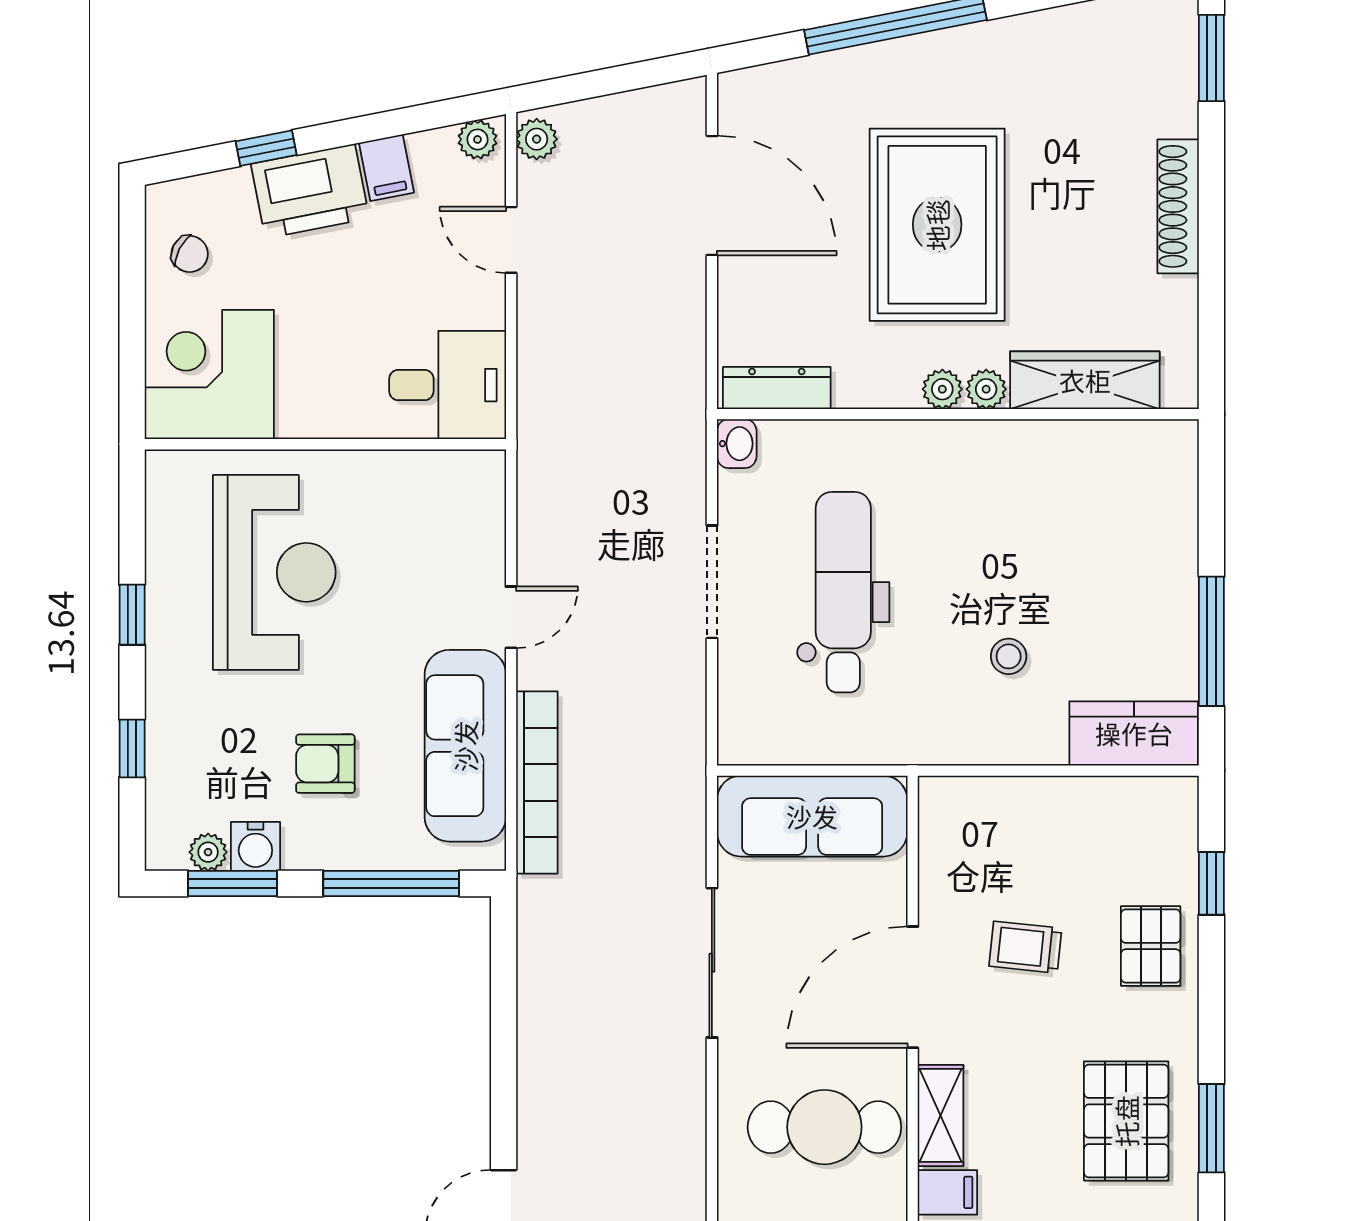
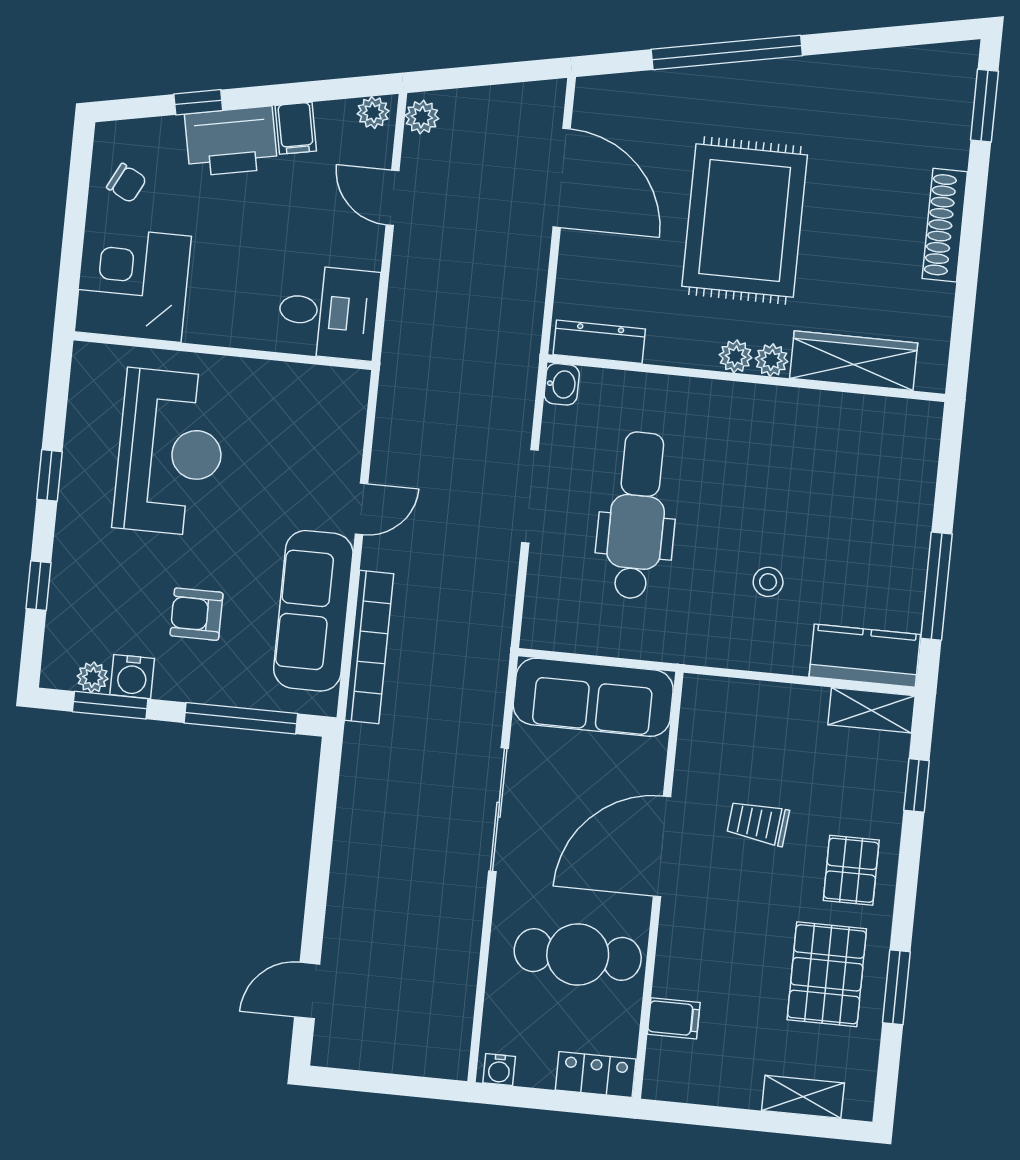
pallet: (1151, 946) -> (851, 870), moved
shelving: (941, 1115) -> (872, 710), moved, turned 90

